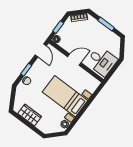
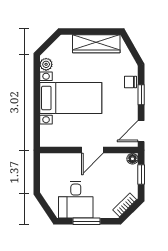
door: (41, 50) -> (141, 131), hinge flipped
desk: (102, 61) -> (76, 200), moved, turned -90
wardrobe: (30, 115) -> (96, 44), width x1.50

